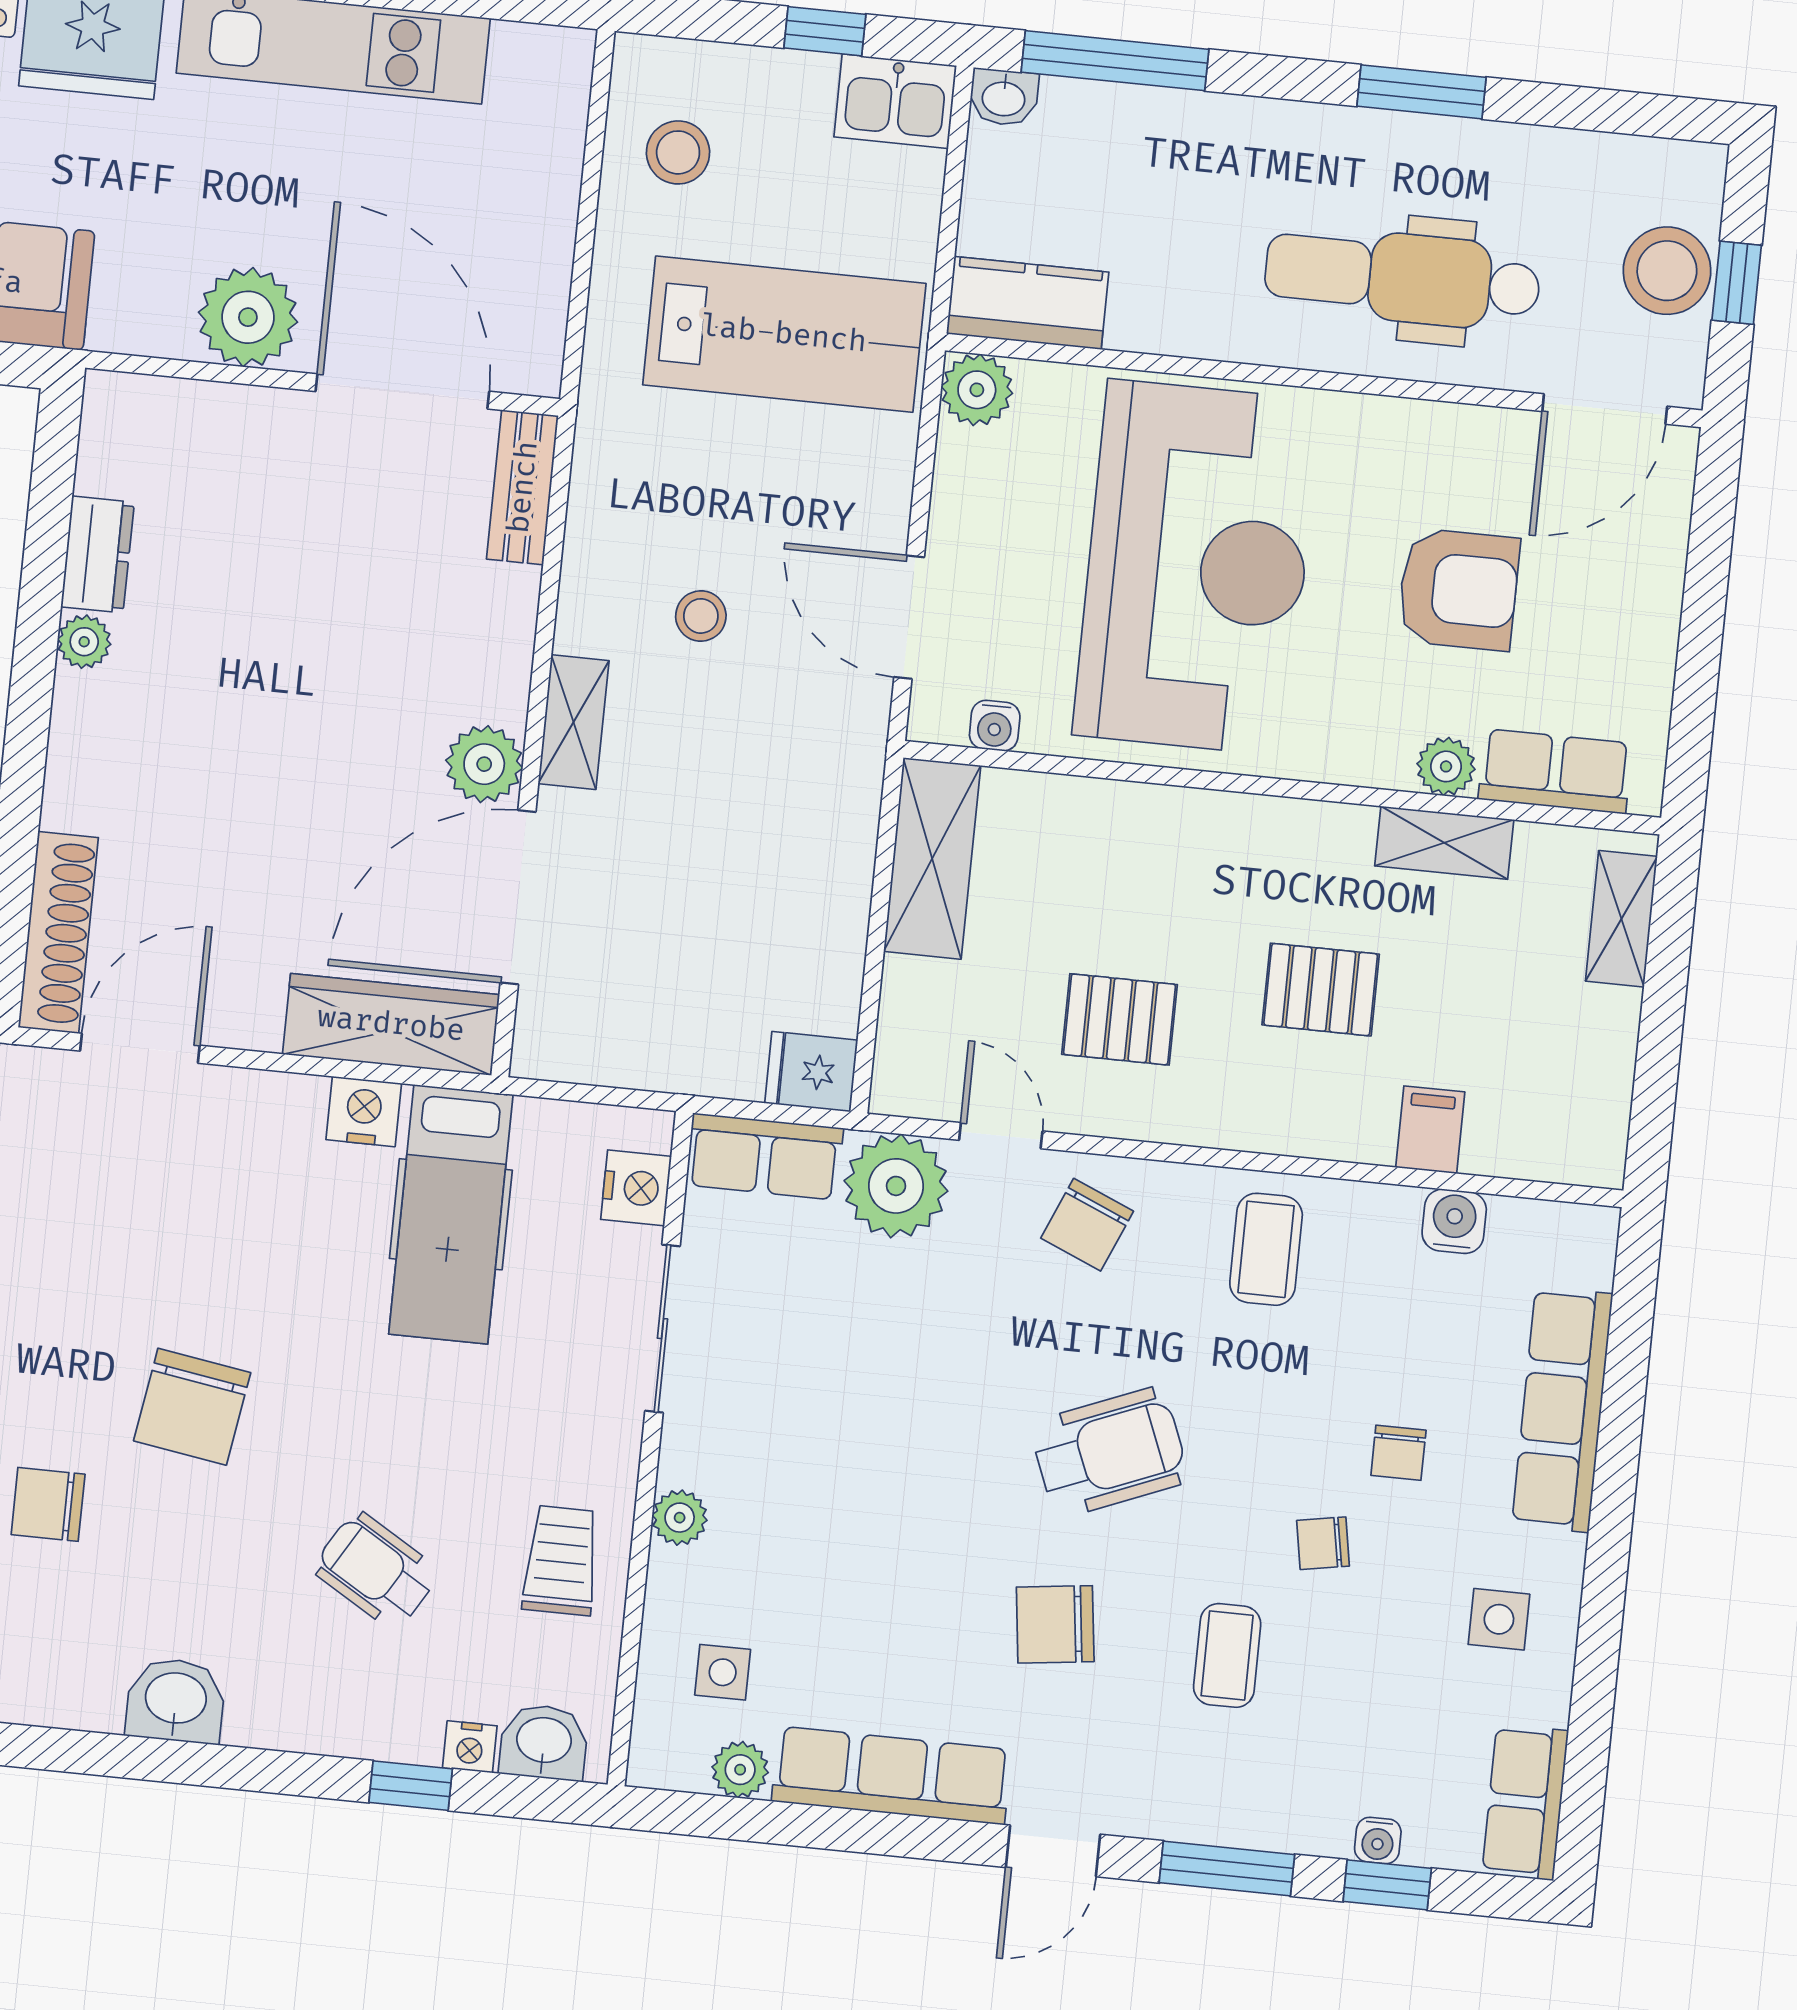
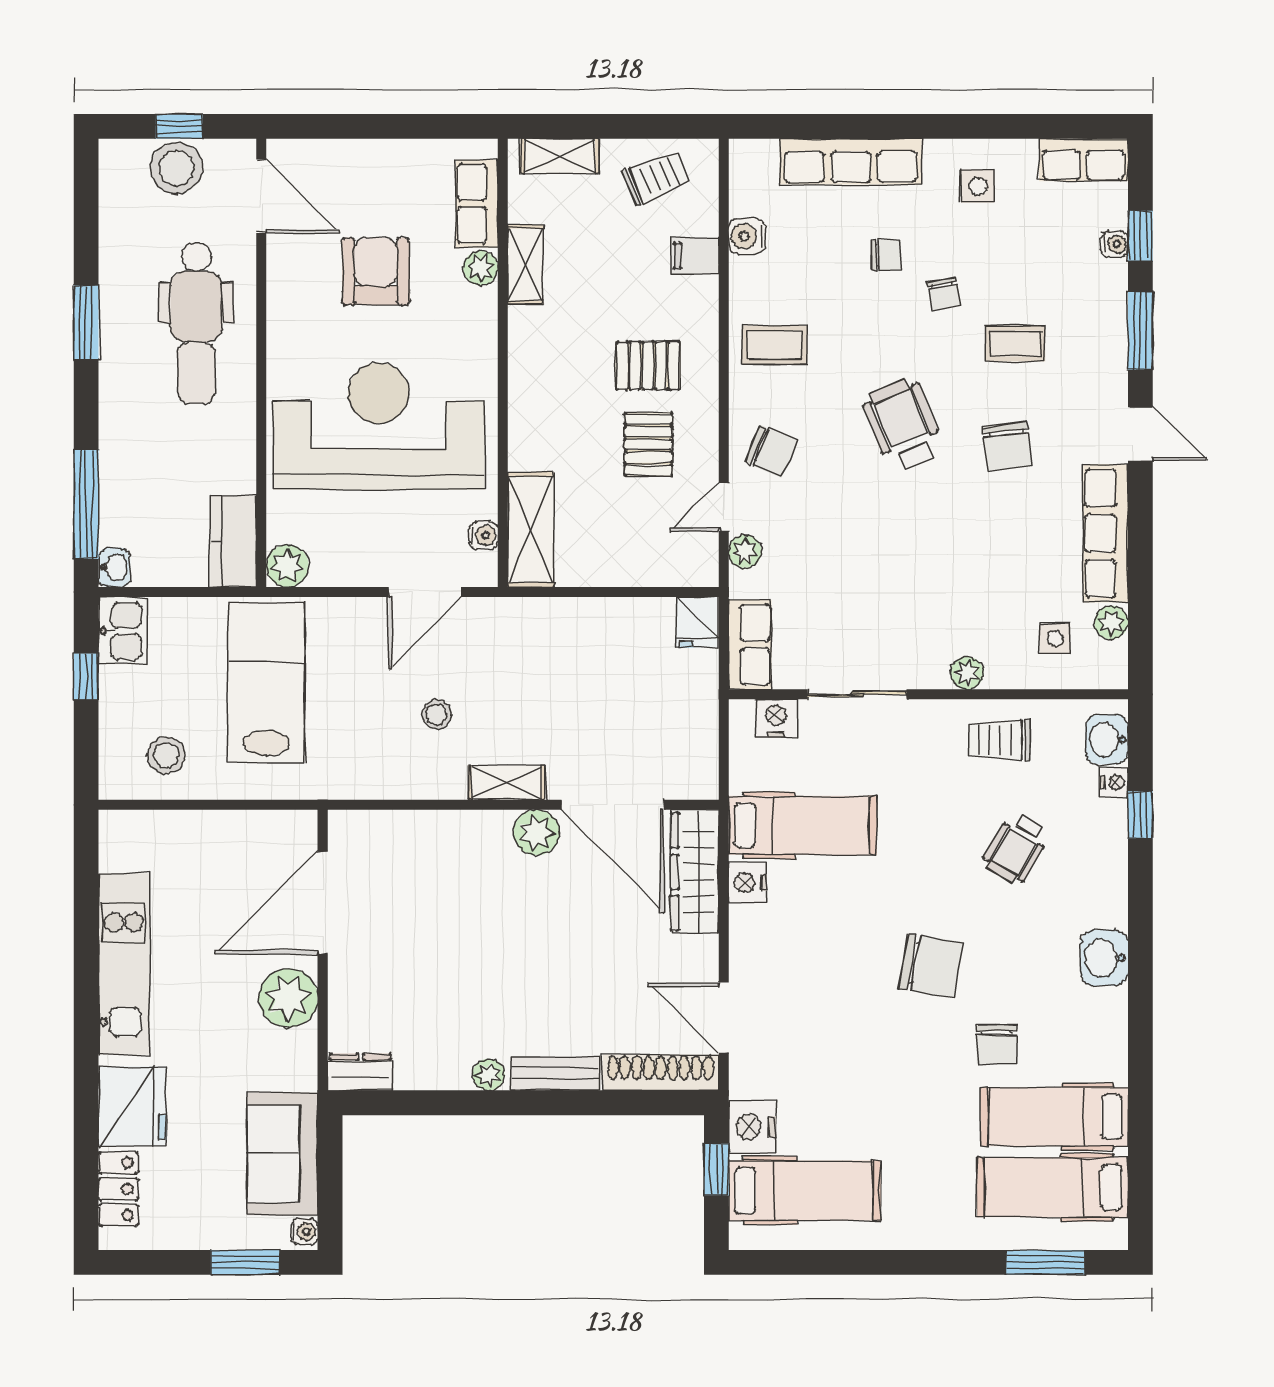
bench: (523, 487) -> (555, 1074), moved
dresser: (98, 554) -> (360, 1072), moved
shelving: (932, 858) -> (531, 530), moved, turned 90
pallet: (1321, 990) -> (648, 366), moved, turned 90
trolley: (1569, 1077) -> (656, 178), added
plant: (896, 1186) -> (745, 551), width x0.53, depth x0.53

